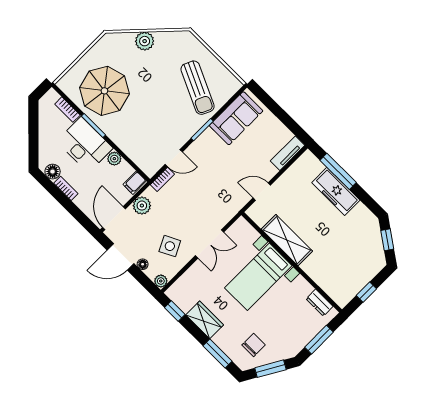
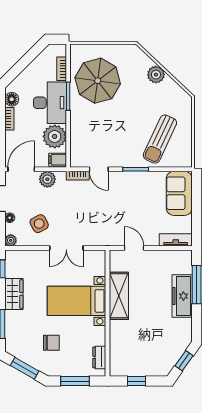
sofa: (236, 118) -> (179, 193), moved, turned 90
plant: (114, 159) -> (55, 136), width x1.87, depth x1.87
chair: (254, 345) -> (51, 343), moved

